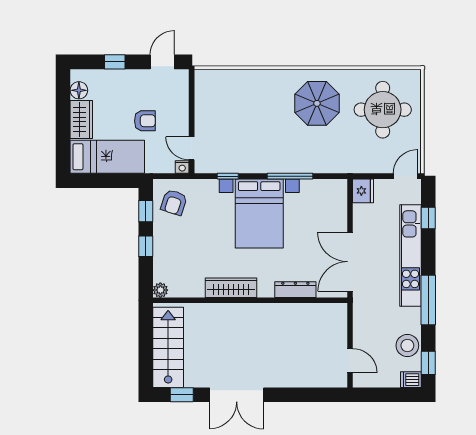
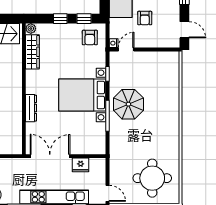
parasol: (317, 103) -> (128, 104), moved
fridge: (363, 191) -> (81, 165), moved
armchair: (174, 202) -> (90, 38), turned -108
wardrobe: (231, 288) -> (32, 52), moved
dresser: (295, 290) -> (31, 108), moved

